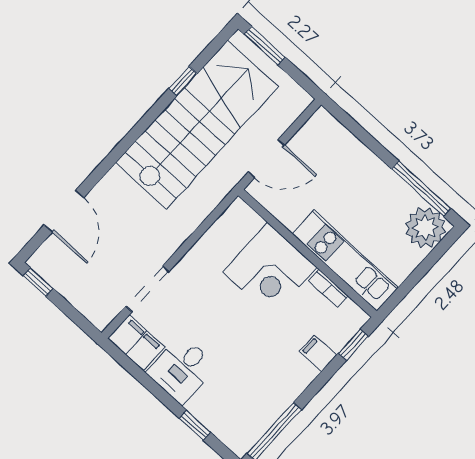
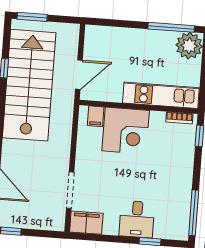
bookcase: (328, 288) -> (179, 118), moved
filing cabinet: (318, 353) -> (96, 116), moved, turned -90
desk: (182, 369) -> (137, 219), moved

